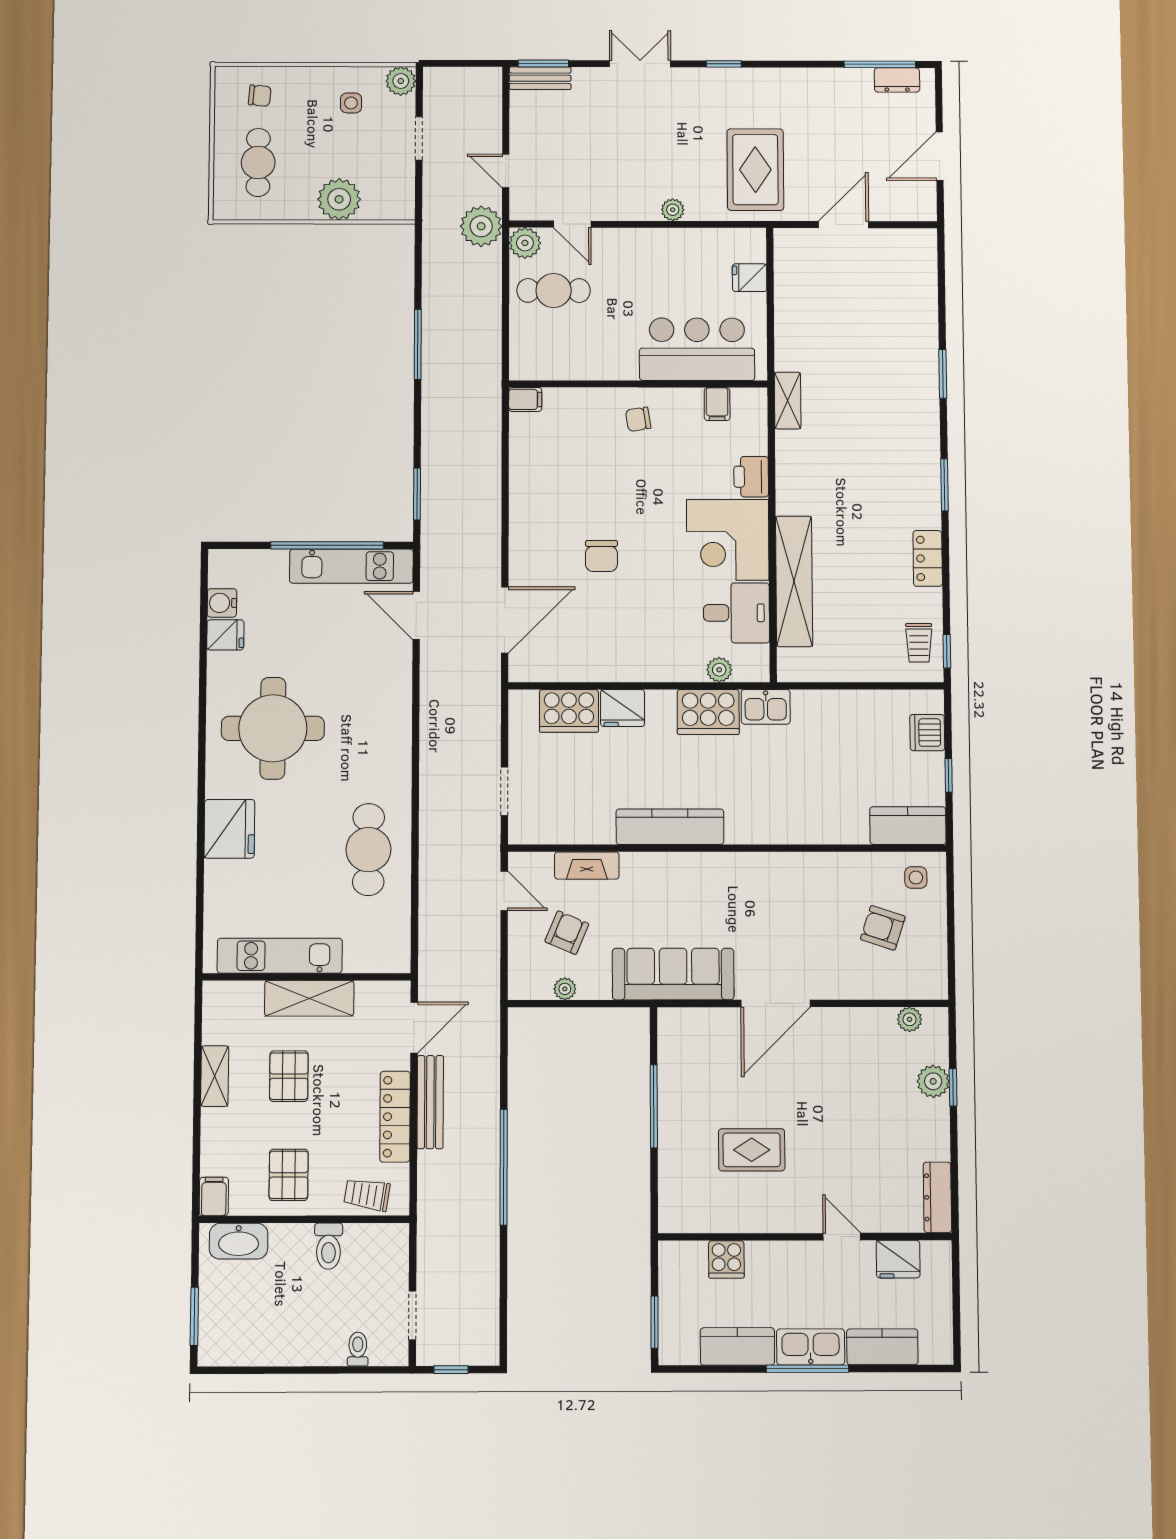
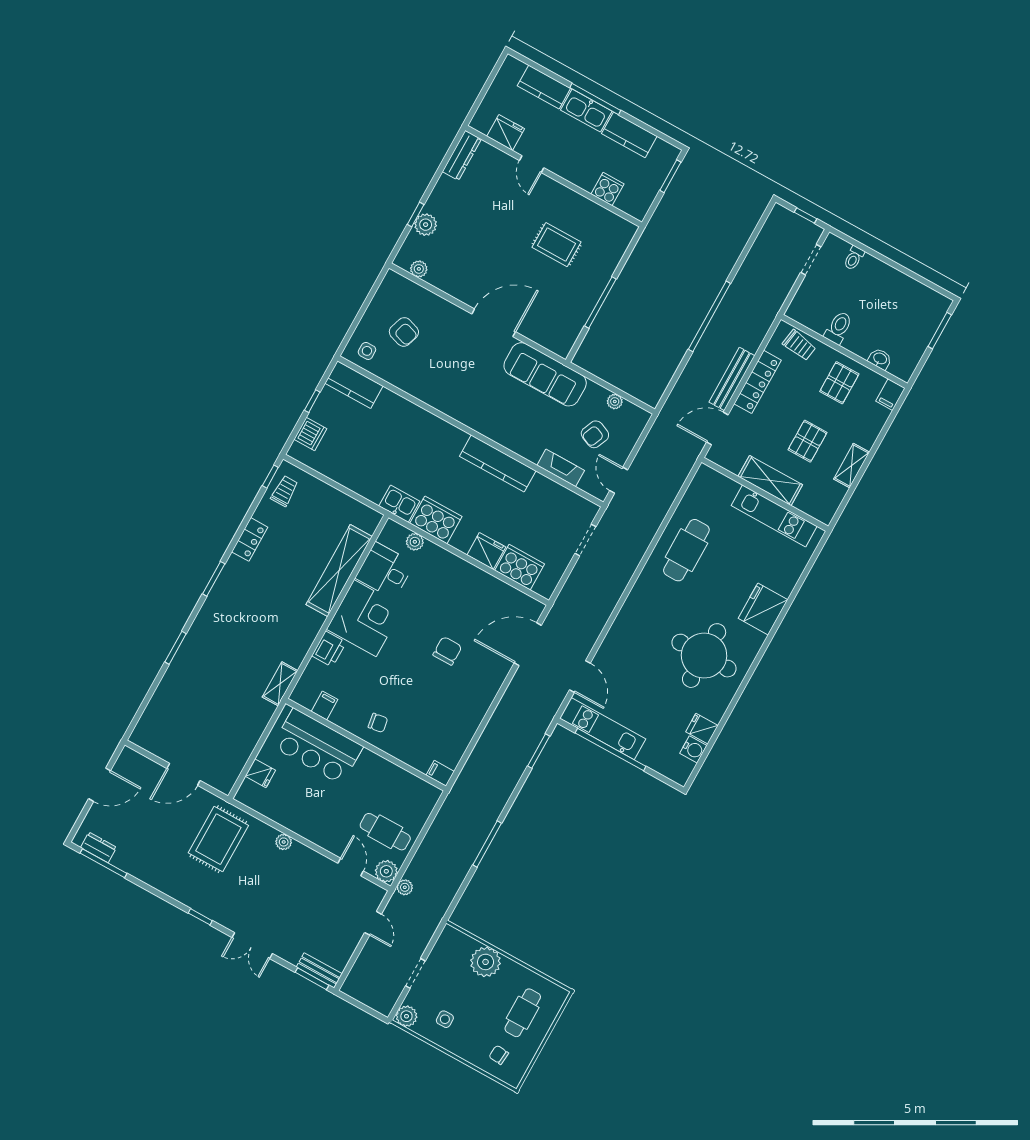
plant: (481, 226) -> (405, 887), width x0.53, depth x0.53
washbasin: (239, 1241) -> (880, 359), width x0.52, depth x0.69

